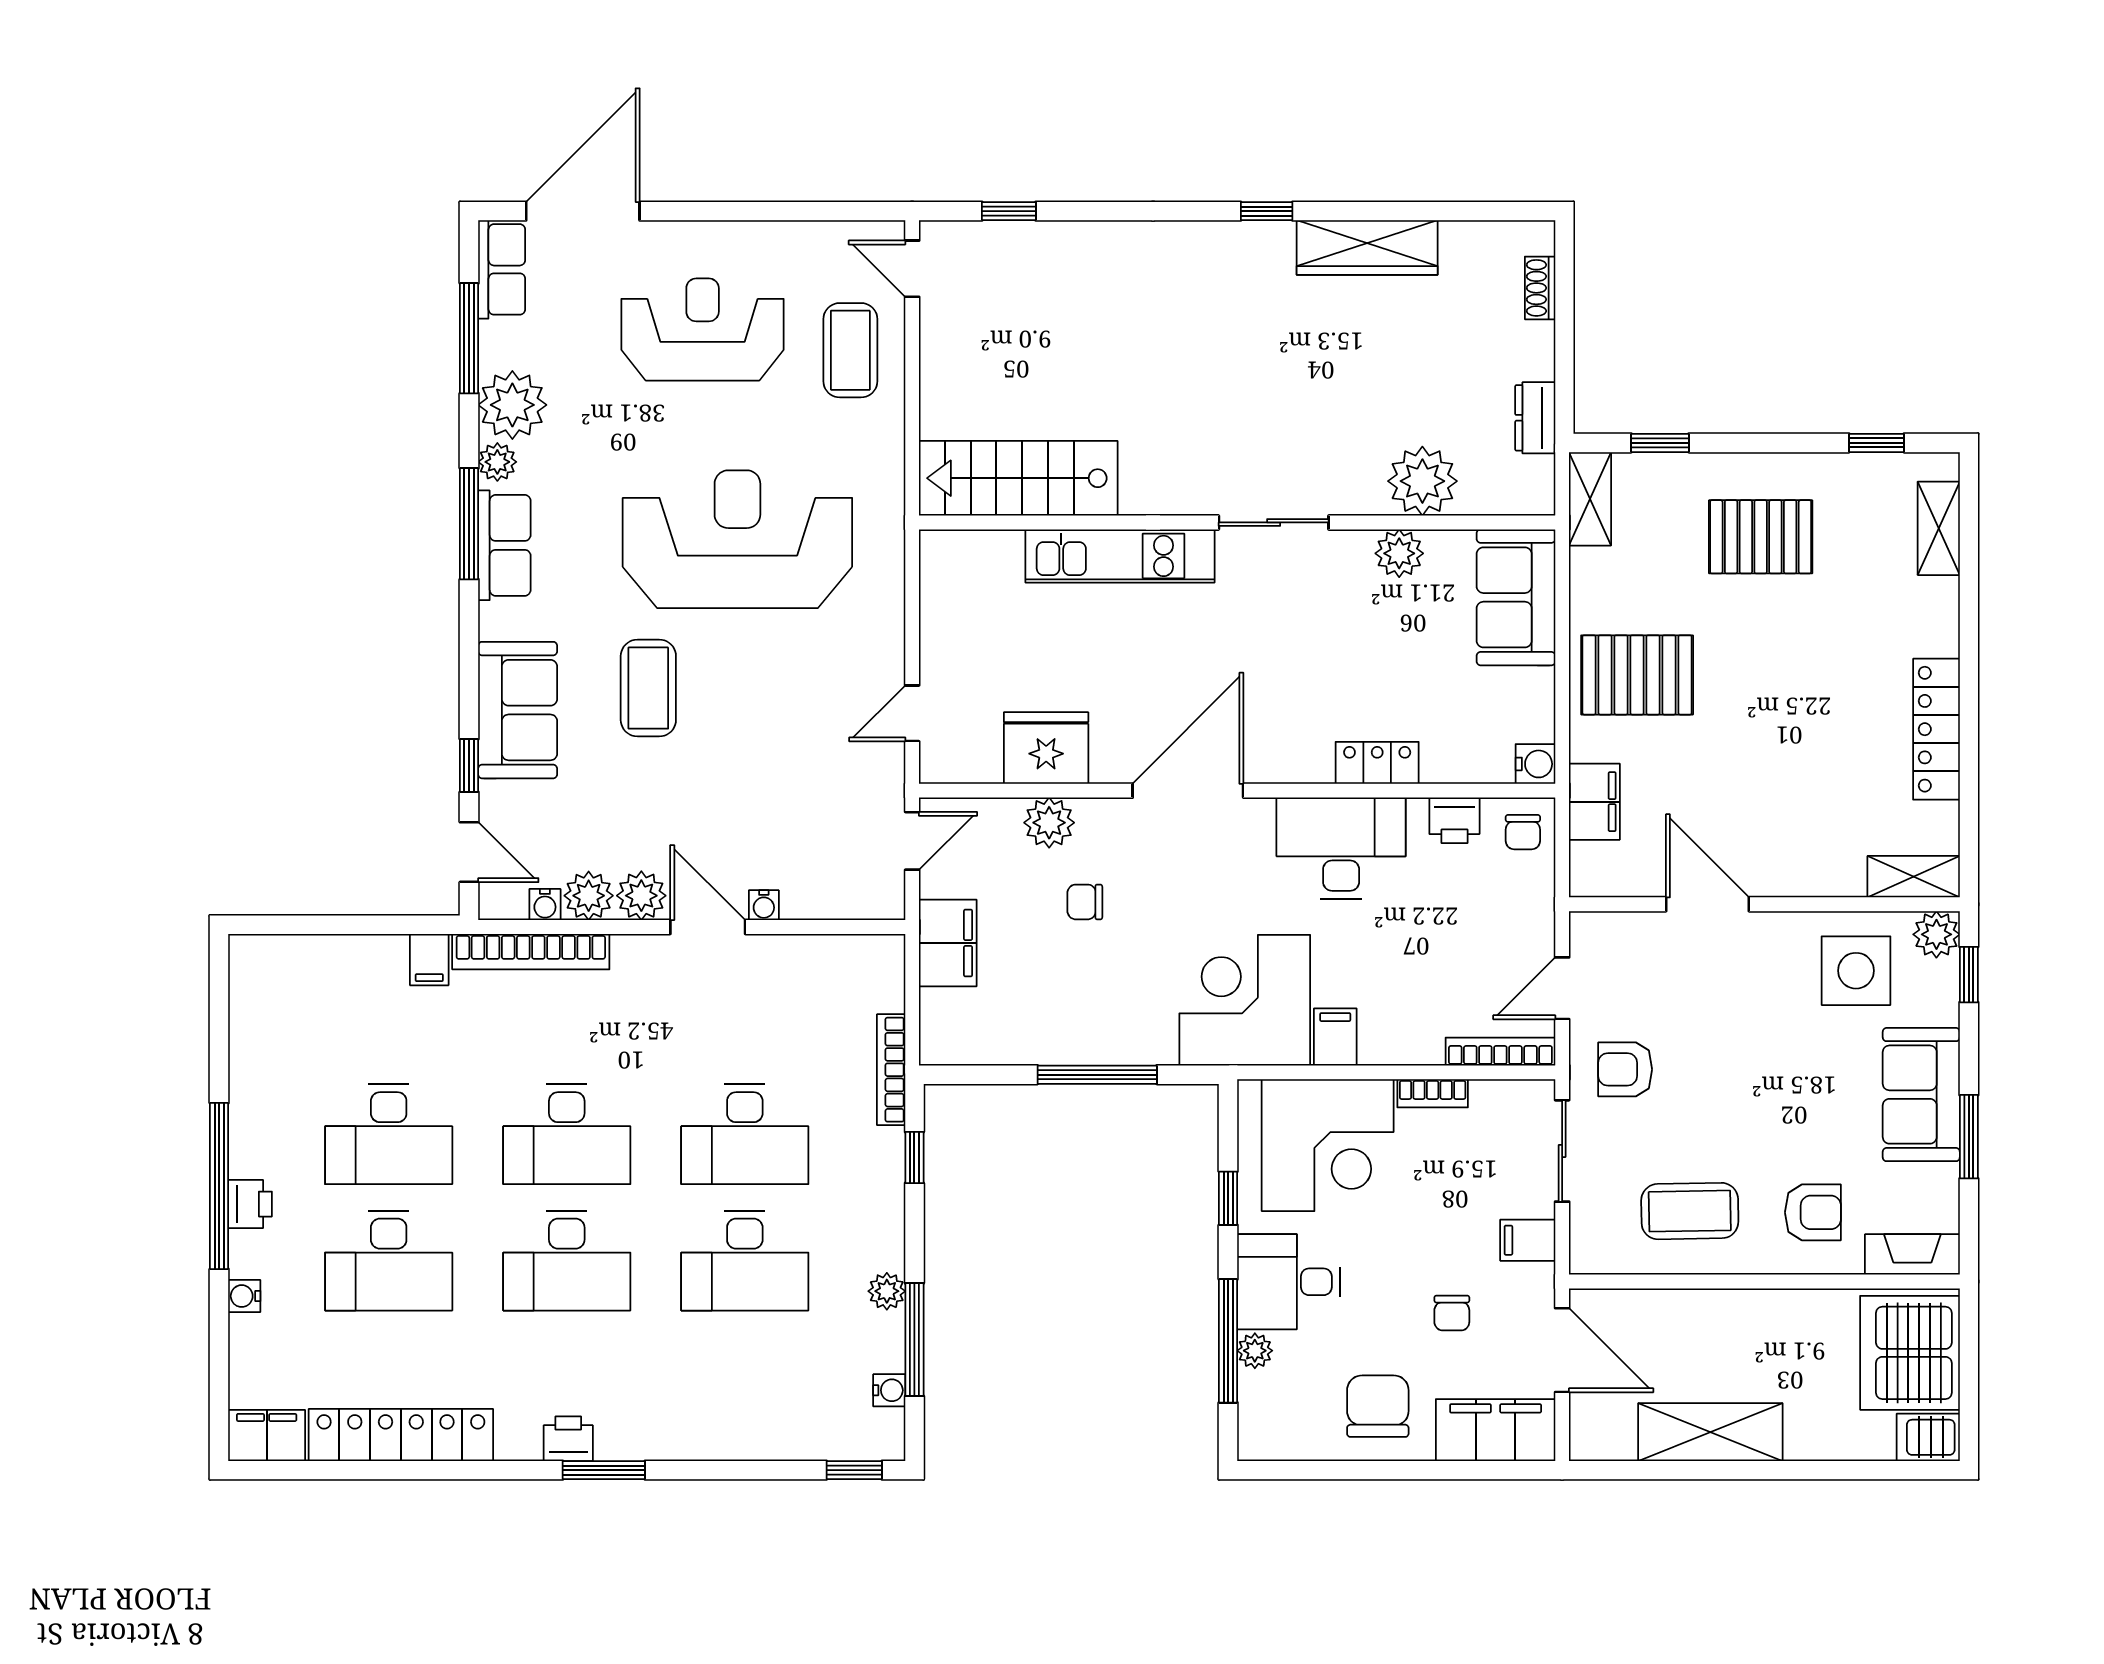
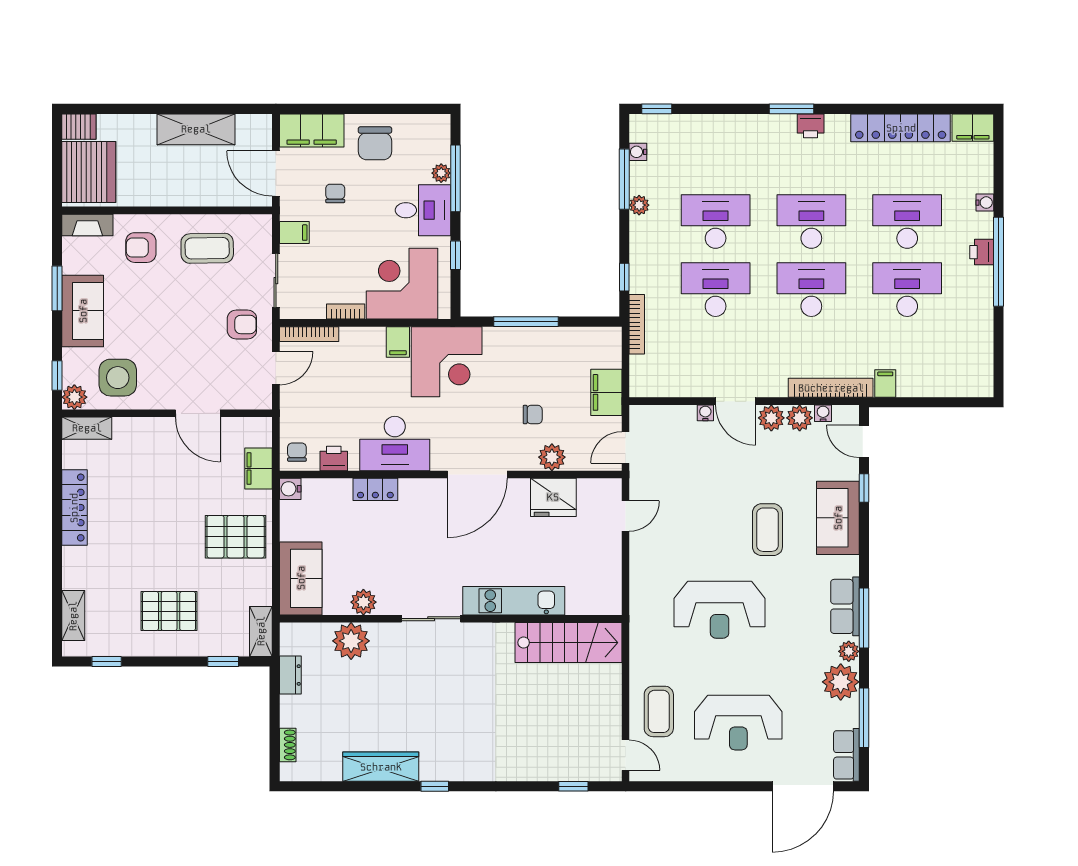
reception desk: (737, 539) -> (720, 610), width x0.74, depth x0.77

